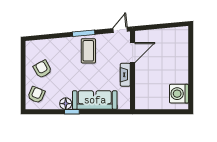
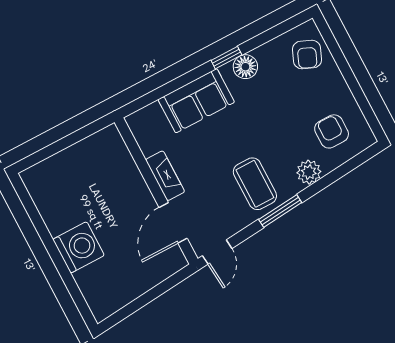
plant: (62, 44) -> (309, 172), added
armchair: (42, 69) -> (332, 131), moved, turned -151
washing machine: (179, 94) -> (79, 247), moved
sofa: (95, 100) -> (196, 101), width x0.73

